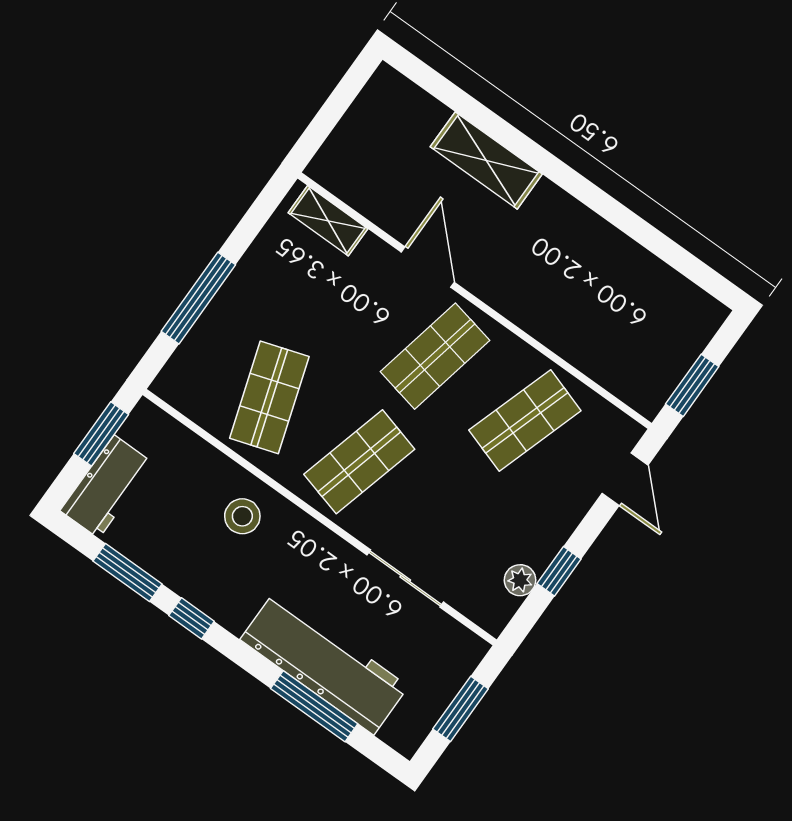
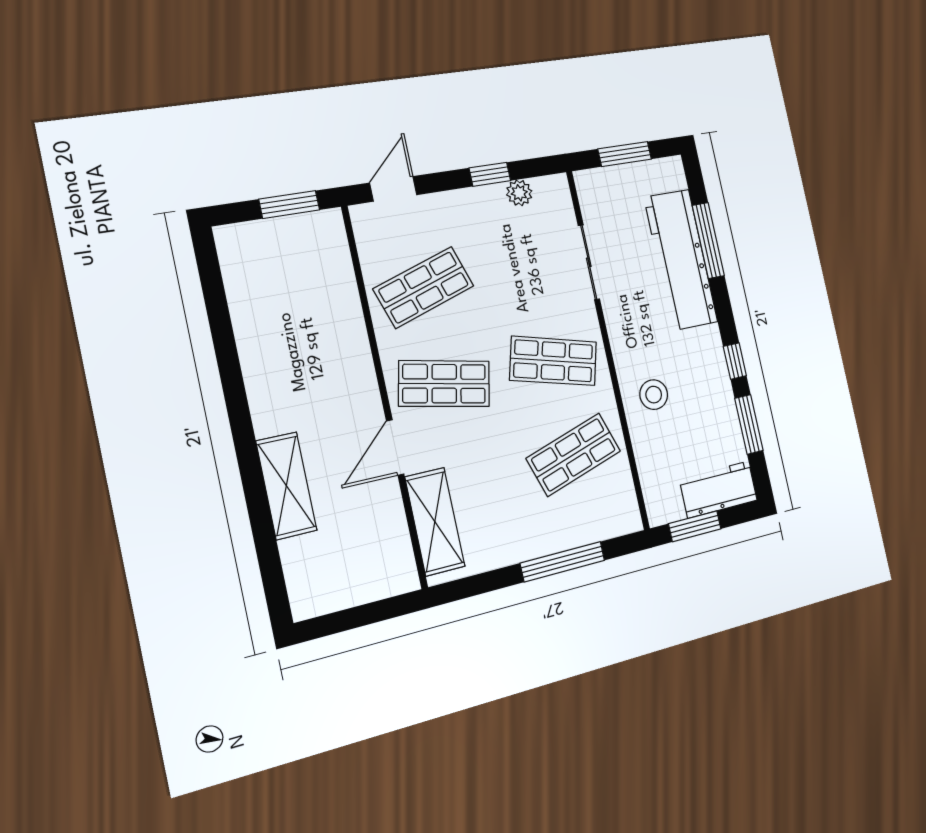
shelving: (328, 221) -> (435, 522), width x1.50, depth x1.33
shop shelf: (525, 420) -> (424, 287), turned -36

